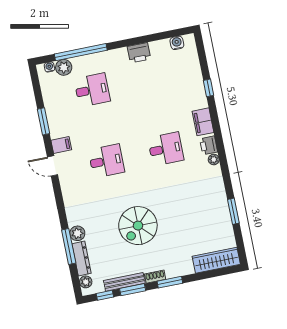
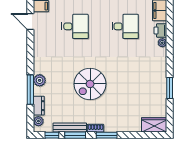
dresser: (81, 258) -> (39, 106), width x0.70
wardrobe: (216, 260) -> (154, 125), width x0.67

